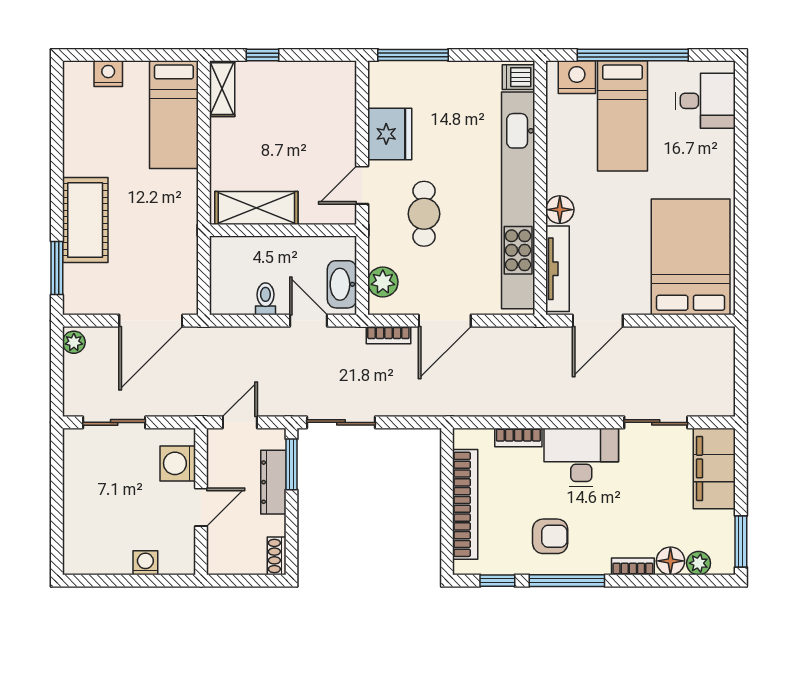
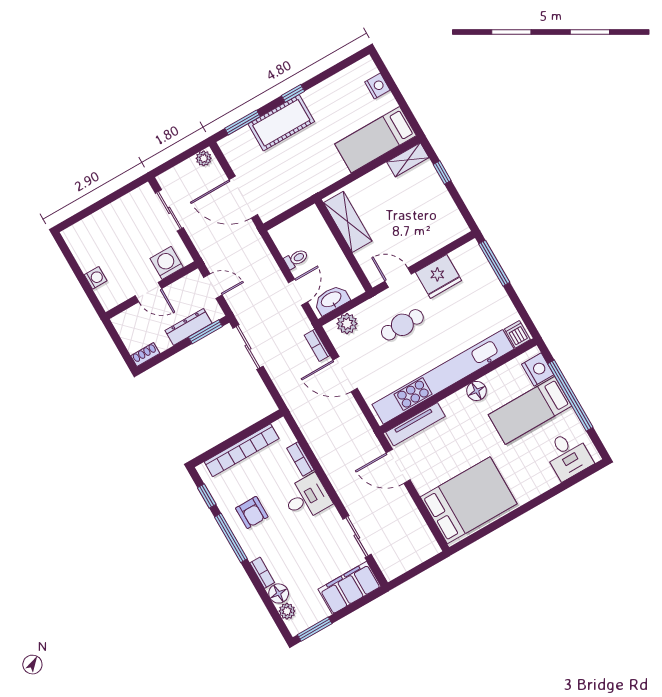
window: (57, 184) -> (293, 93), added
floor lamp: (560, 210) -> (477, 391), moved
desk: (581, 457) -> (307, 498), width x0.73

